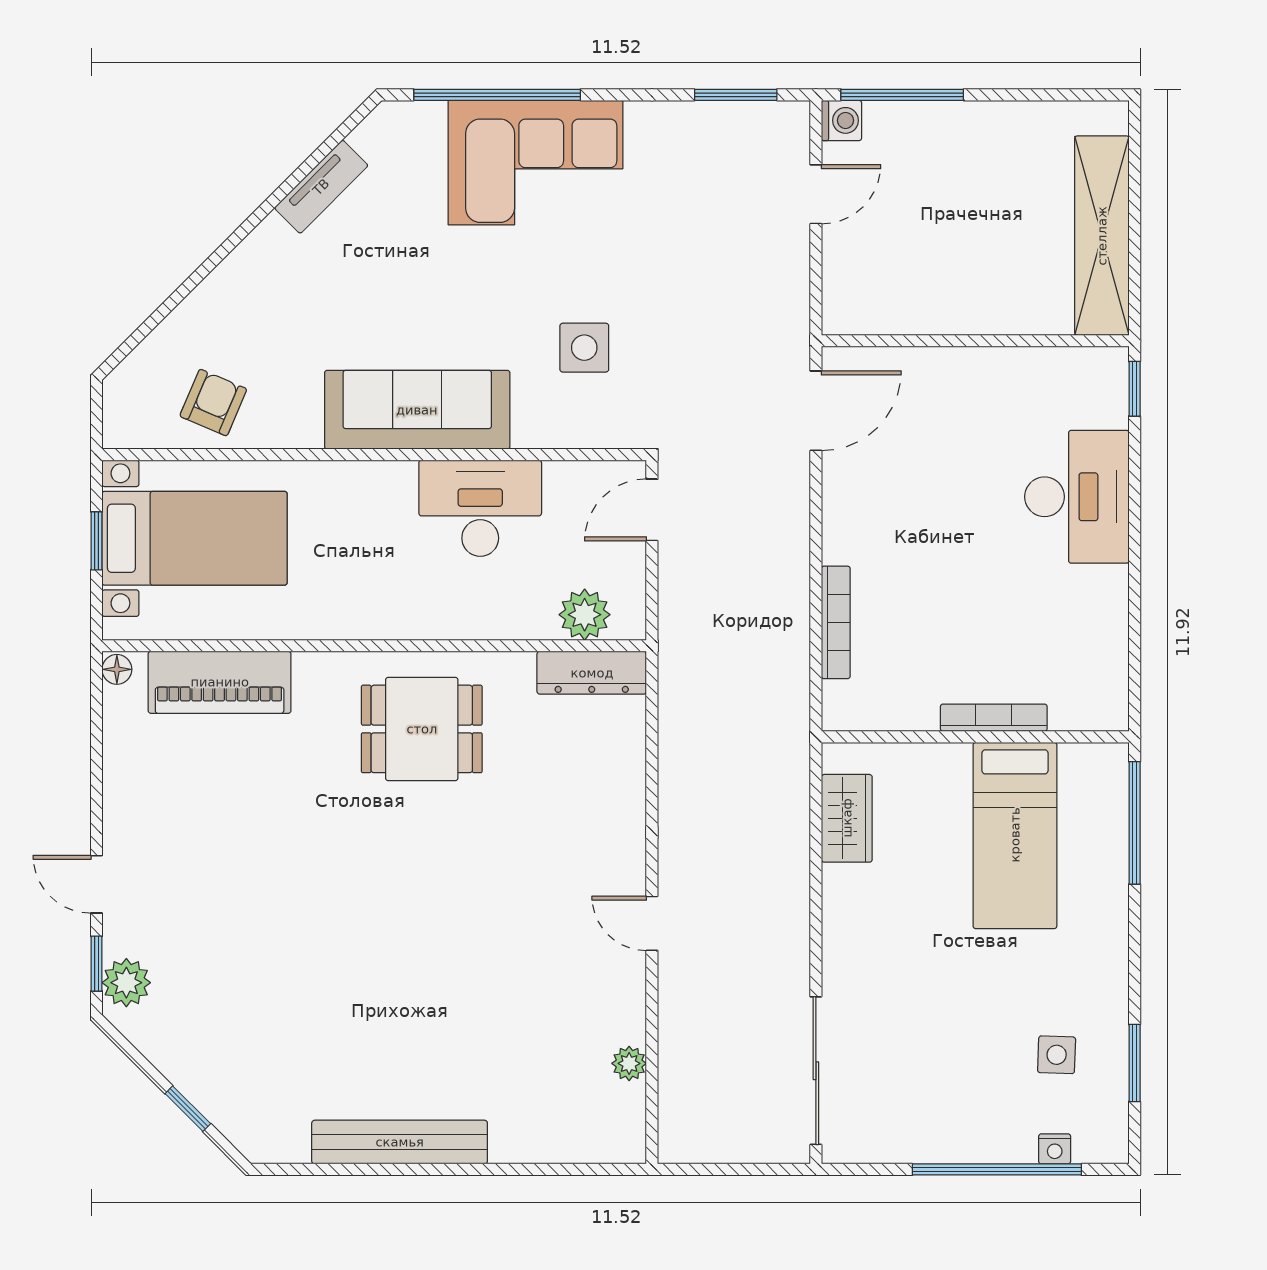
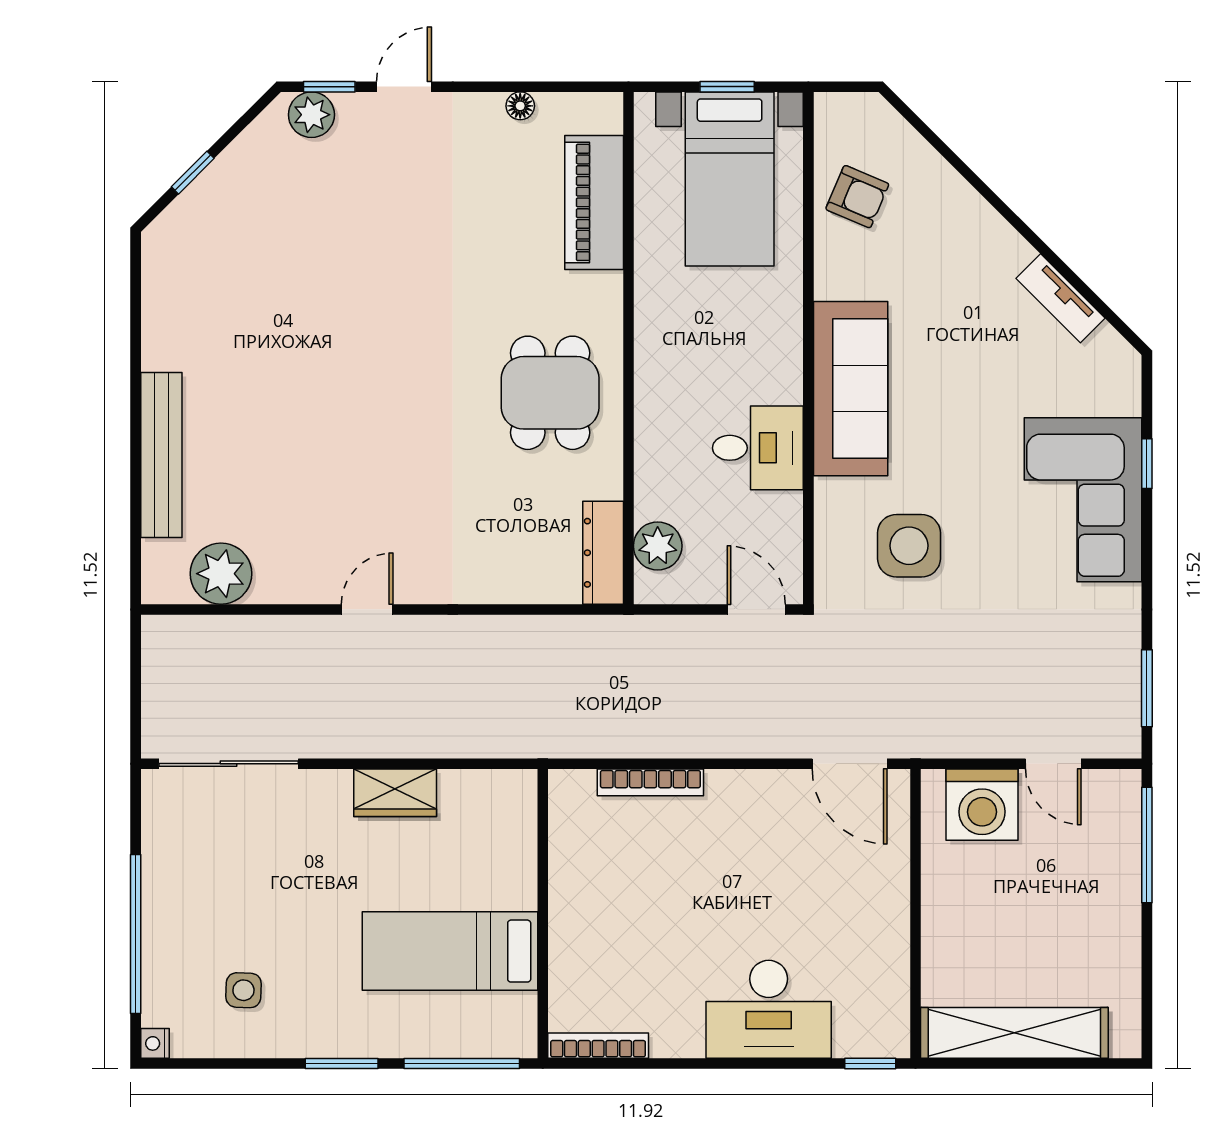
window: (497, 95) -> (1147, 464), width x0.32
washing machine: (841, 120) -> (982, 805), moved, width x1.89, depth x1.89
side table: (584, 348) -> (909, 546), width x1.37, depth x1.37
desk: (480, 508) -> (758, 448), width x0.73
floor lamp: (117, 669) -> (520, 106), moved
bookcase: (994, 718) -> (598, 1046), moved, turned -90
wardrobe: (847, 818) -> (395, 793), moved
plant: (629, 1063) -> (221, 574), width x1.87, depth x1.87
window: (1135, 1063) -> (342, 1064), moved
bench: (400, 1142) -> (161, 455), moved
nightstand: (1055, 1149) -> (155, 1043), moved

